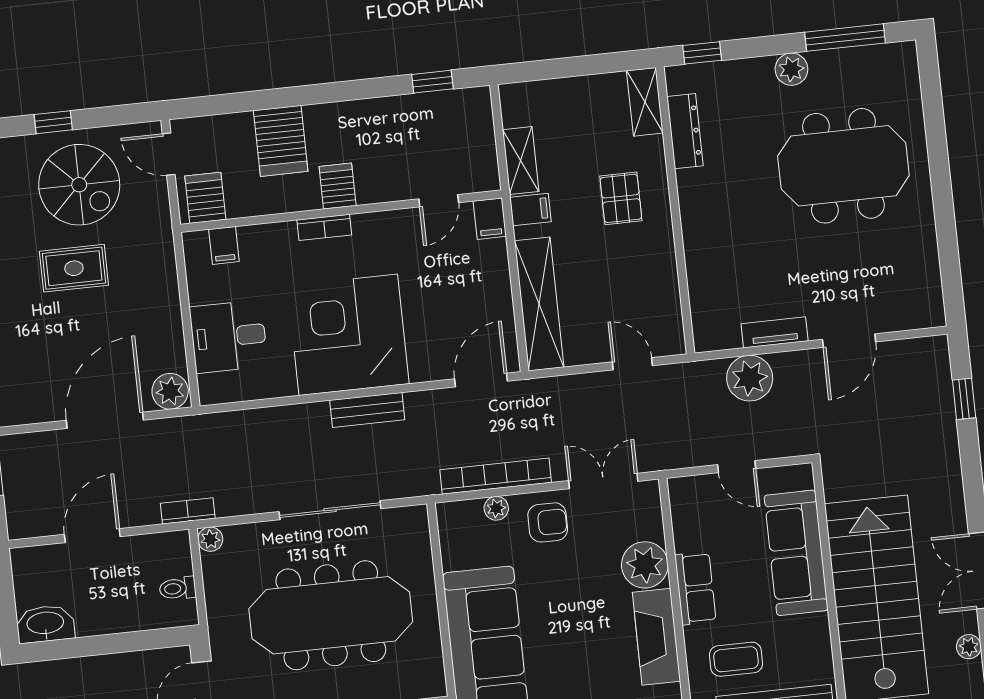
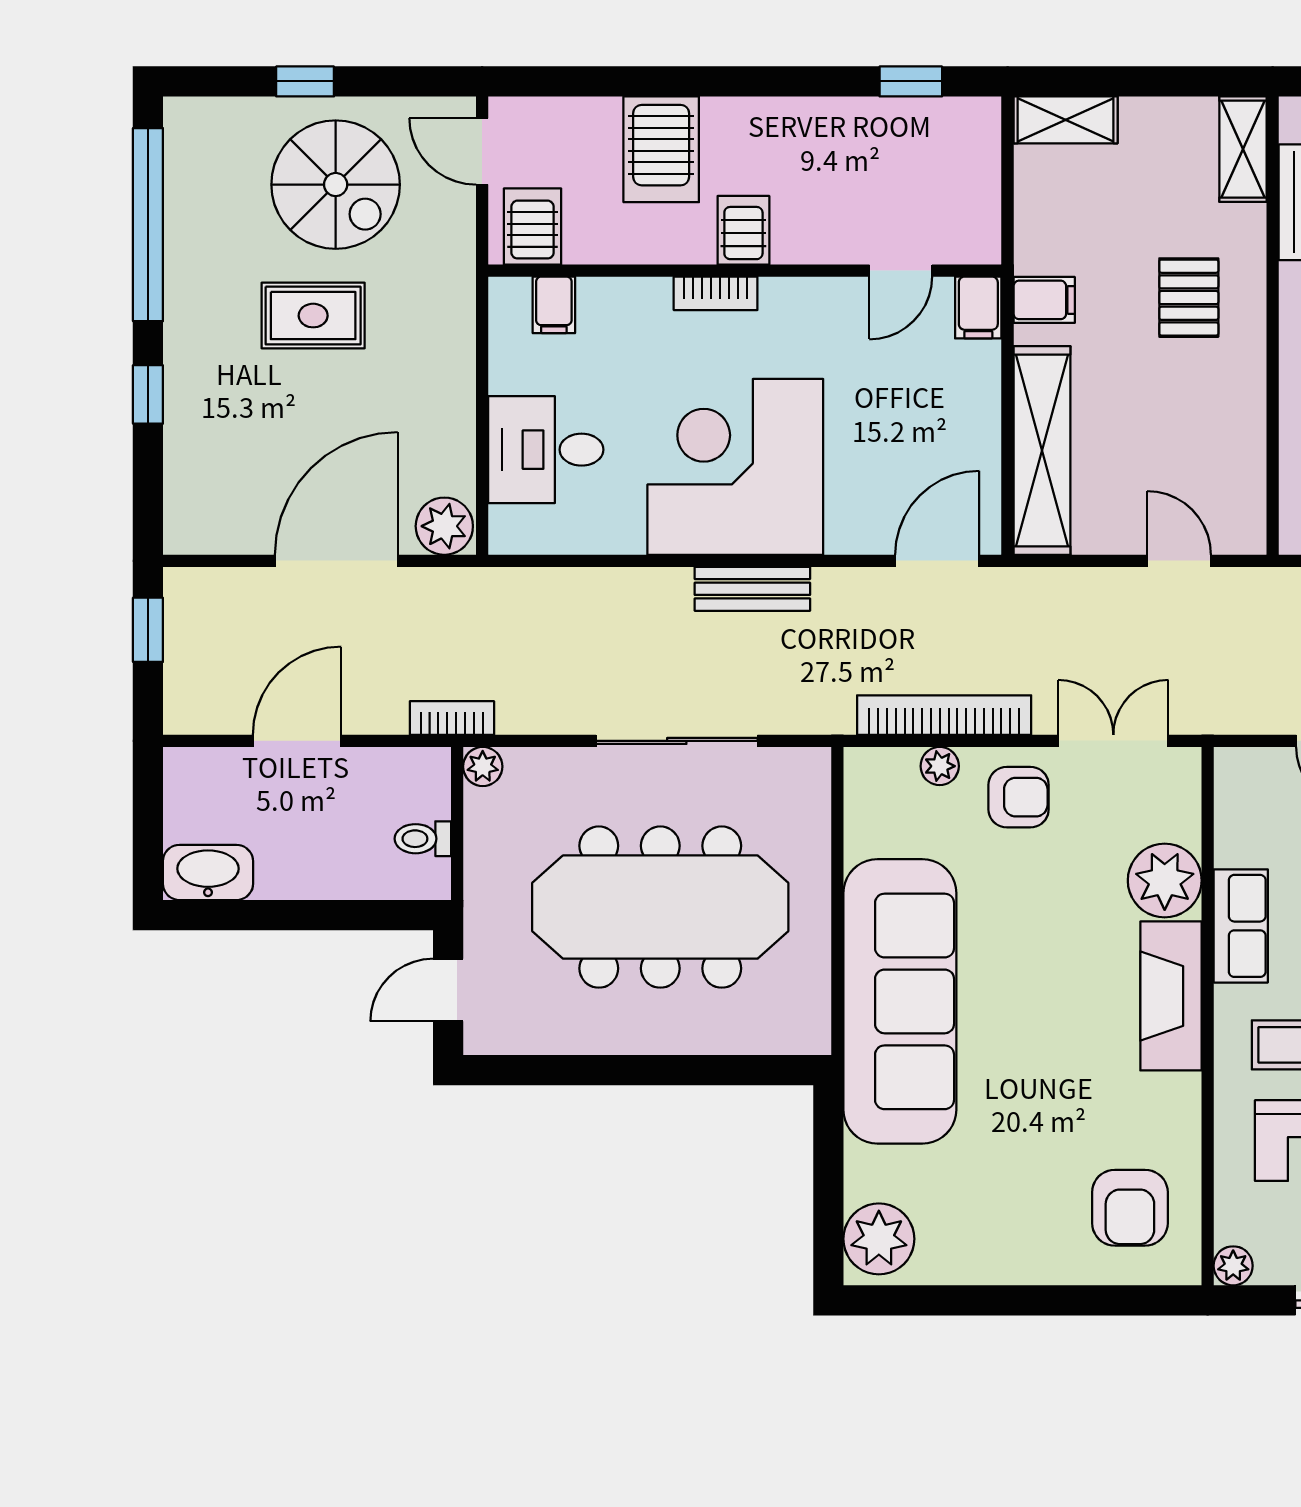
shelving: (521, 161) -> (1066, 120), moved, turned 90

